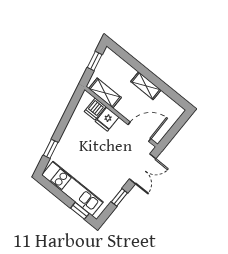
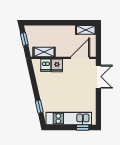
shelving: (146, 86) -> (86, 30), moved
window: (119, 197) -> (98, 103), removed

